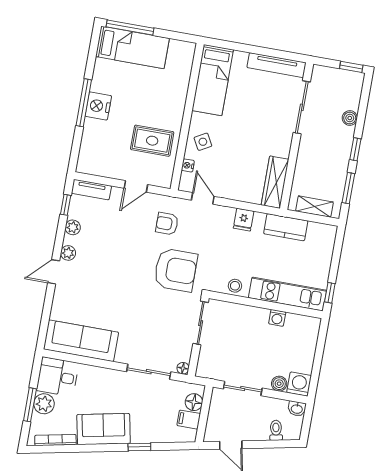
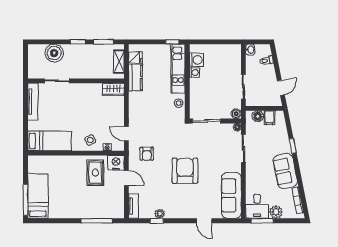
window: (351, 67) -> (25, 54), removed
window: (84, 103) -> (97, 221), moved
nightstand: (98, 106) -> (116, 163), moved, turned 180
sliding door: (302, 107) -> (57, 81), width x0.73
boiler: (350, 118) -> (54, 53), width x1.86, depth x1.86
wardrobe: (275, 182) -> (113, 89), width x0.67
door: (203, 198) -> (126, 134), hinge flipped
window: (66, 205) -> (157, 221), moved
fridge: (244, 220) -> (135, 57), moved
plant: (68, 253) -> (177, 214), removed
armchair: (176, 270) -> (185, 171), moved
door: (54, 272) -> (204, 221), moved
boiler: (279, 384) -> (236, 114), moved
washing machine: (299, 384) -> (196, 60), moved, turned 180
window: (30, 405) -> (262, 221), moved

